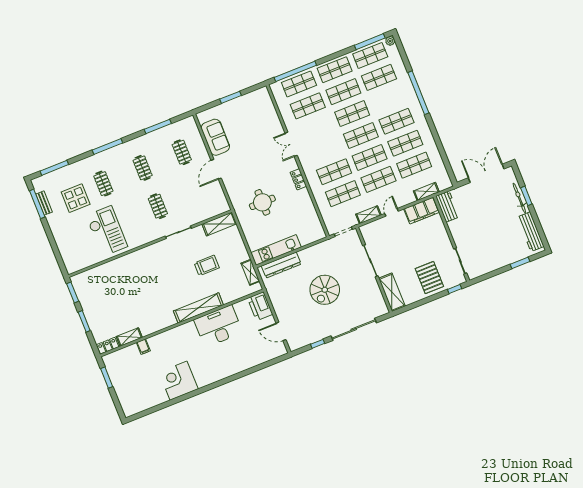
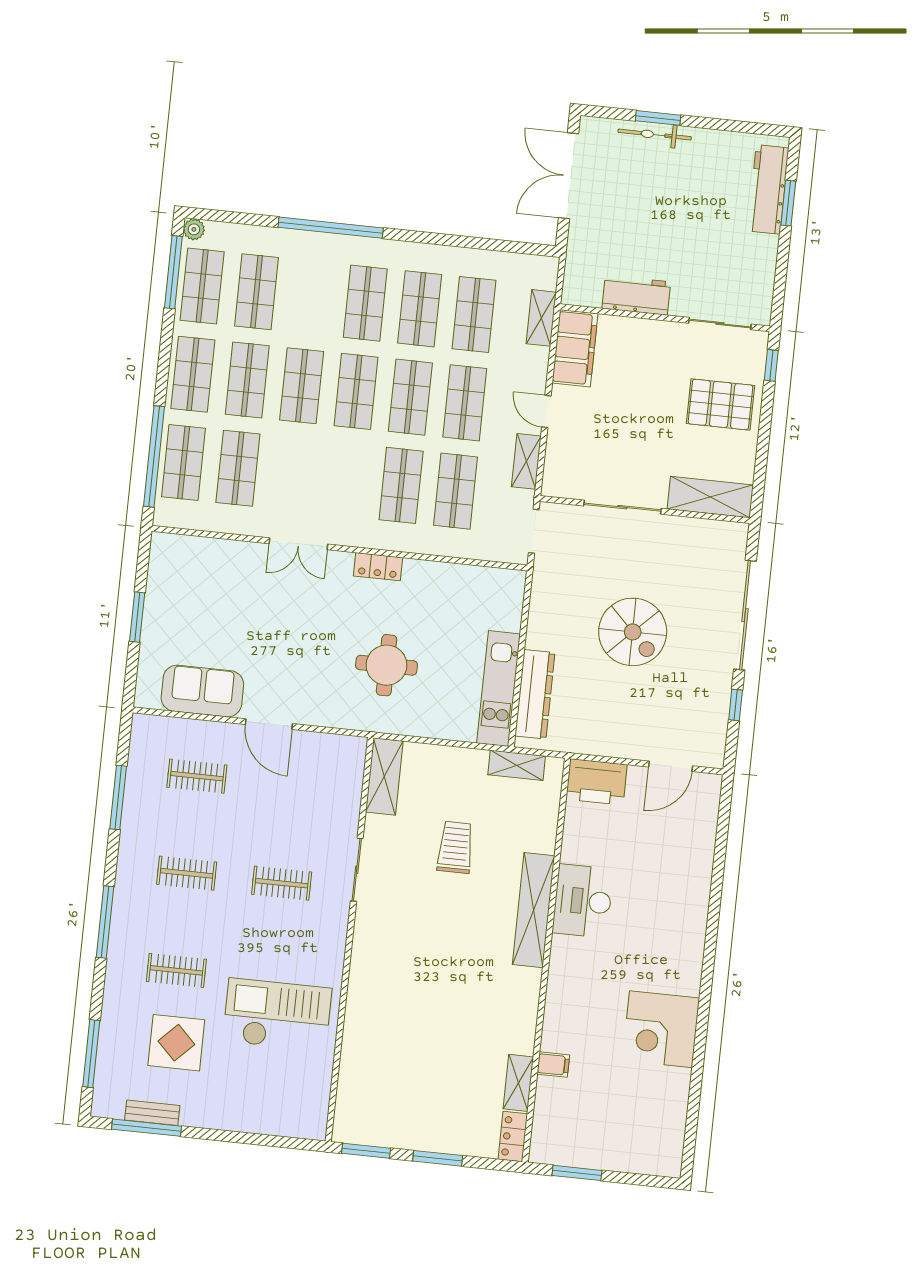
workbench: (448, 206) -> (636, 295), moved
workbench: (531, 232) -> (768, 189), moved, turned 90
desk: (218, 326) -> (583, 901), width x0.73, depth x0.77

